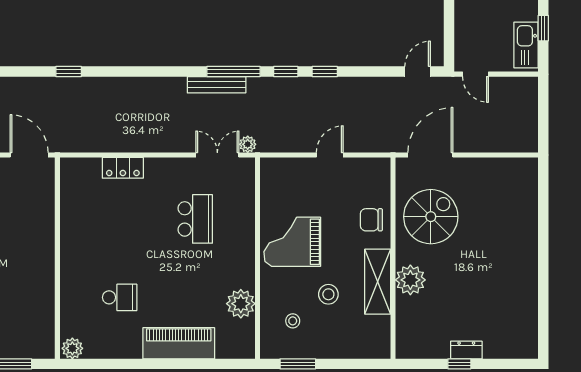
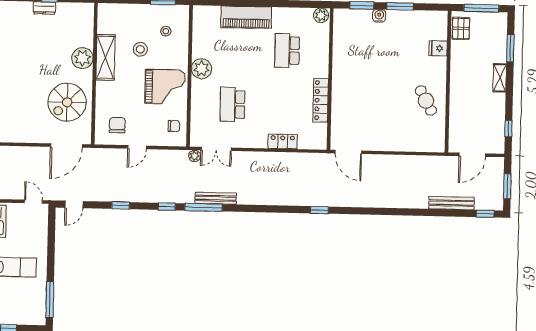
window: (325, 72) -> (121, 205), moved
chair: (278, 186) -> (174, 126), added
chair: (371, 220) -> (117, 125), moved, turned -90
locker: (70, 228) -> (321, 100), added
school desk: (120, 297) -> (287, 50), width x1.85
plant: (241, 304) -> (201, 69), moved

